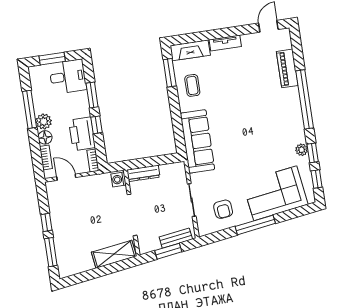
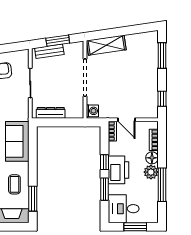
printer: (82, 134) -> (119, 170), moved
sofa: (197, 141) -> (17, 141), width x0.73
dresser: (143, 173) -> (51, 113), moved
door: (66, 177) -> (127, 120), moved
window: (46, 222) -> (162, 99), moved

